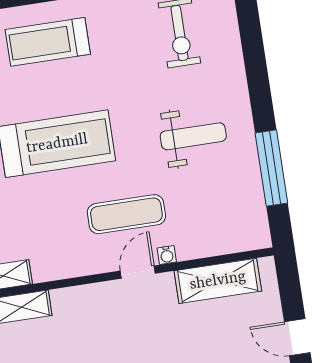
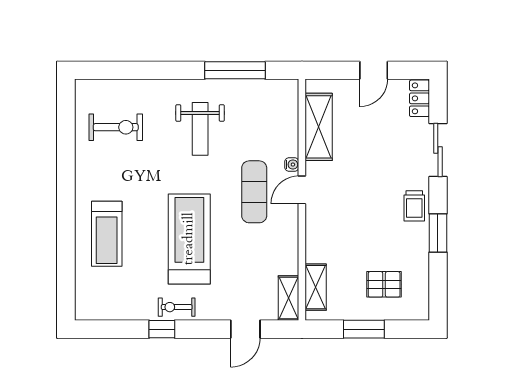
weight bench: (193, 136) -> (200, 129), turned 180
door: (138, 272) -> (302, 190), hinge flipped

